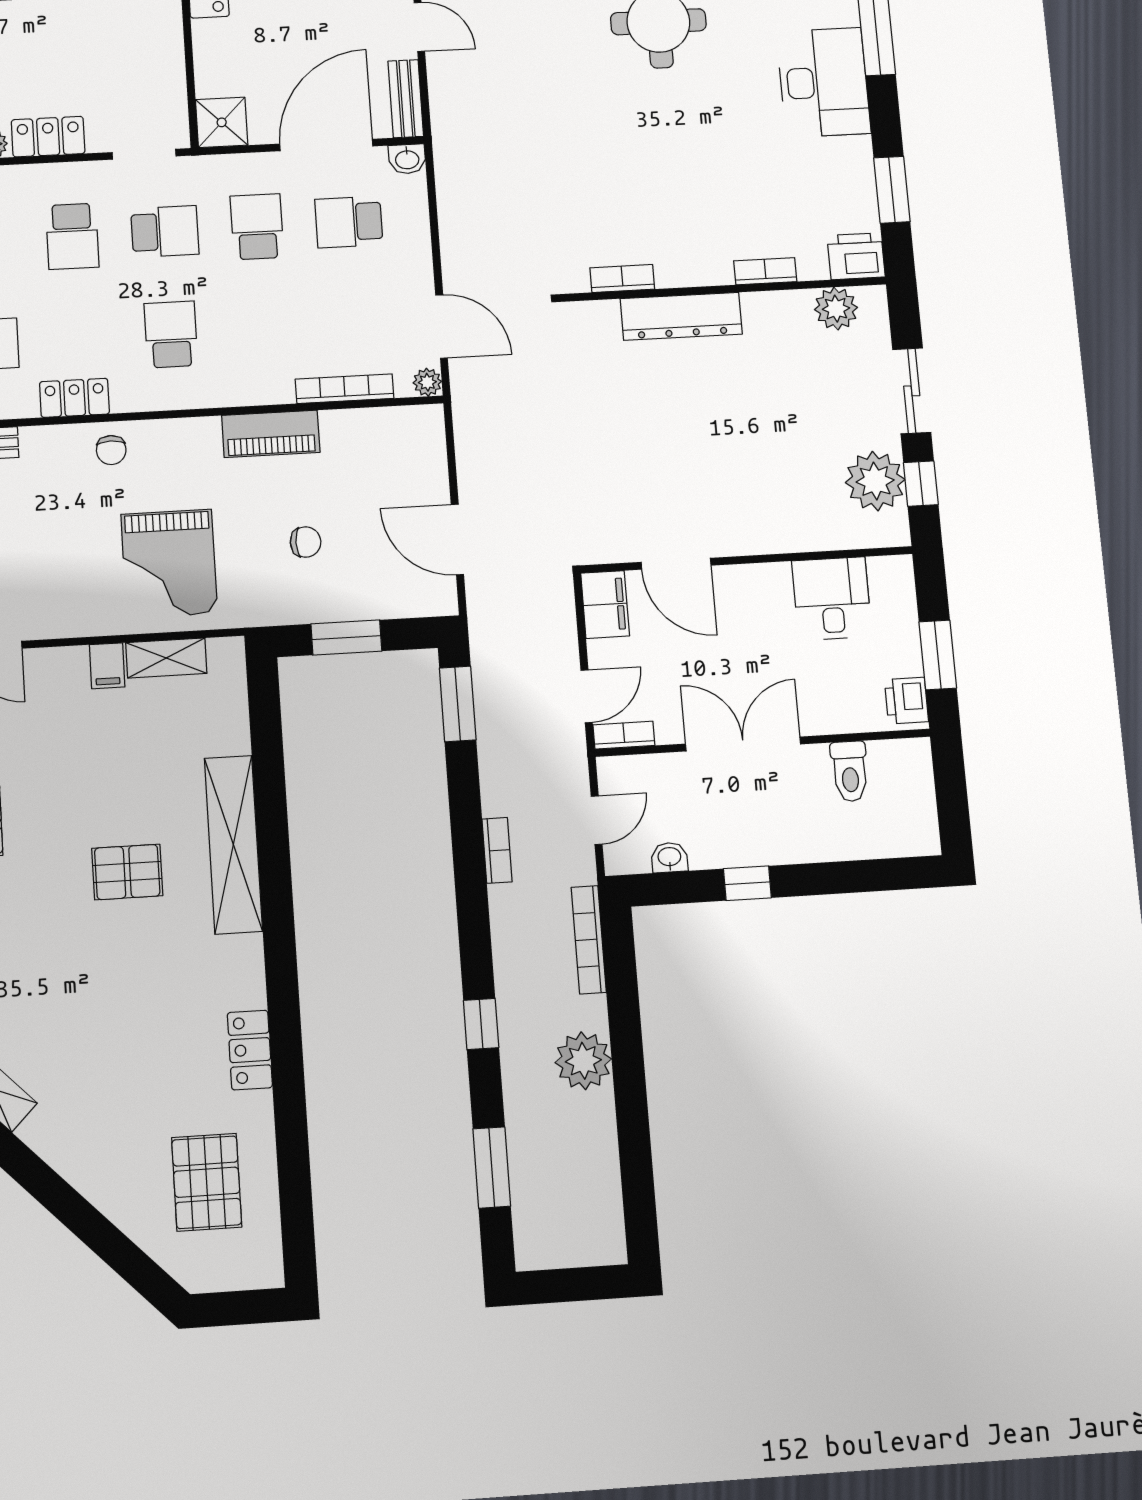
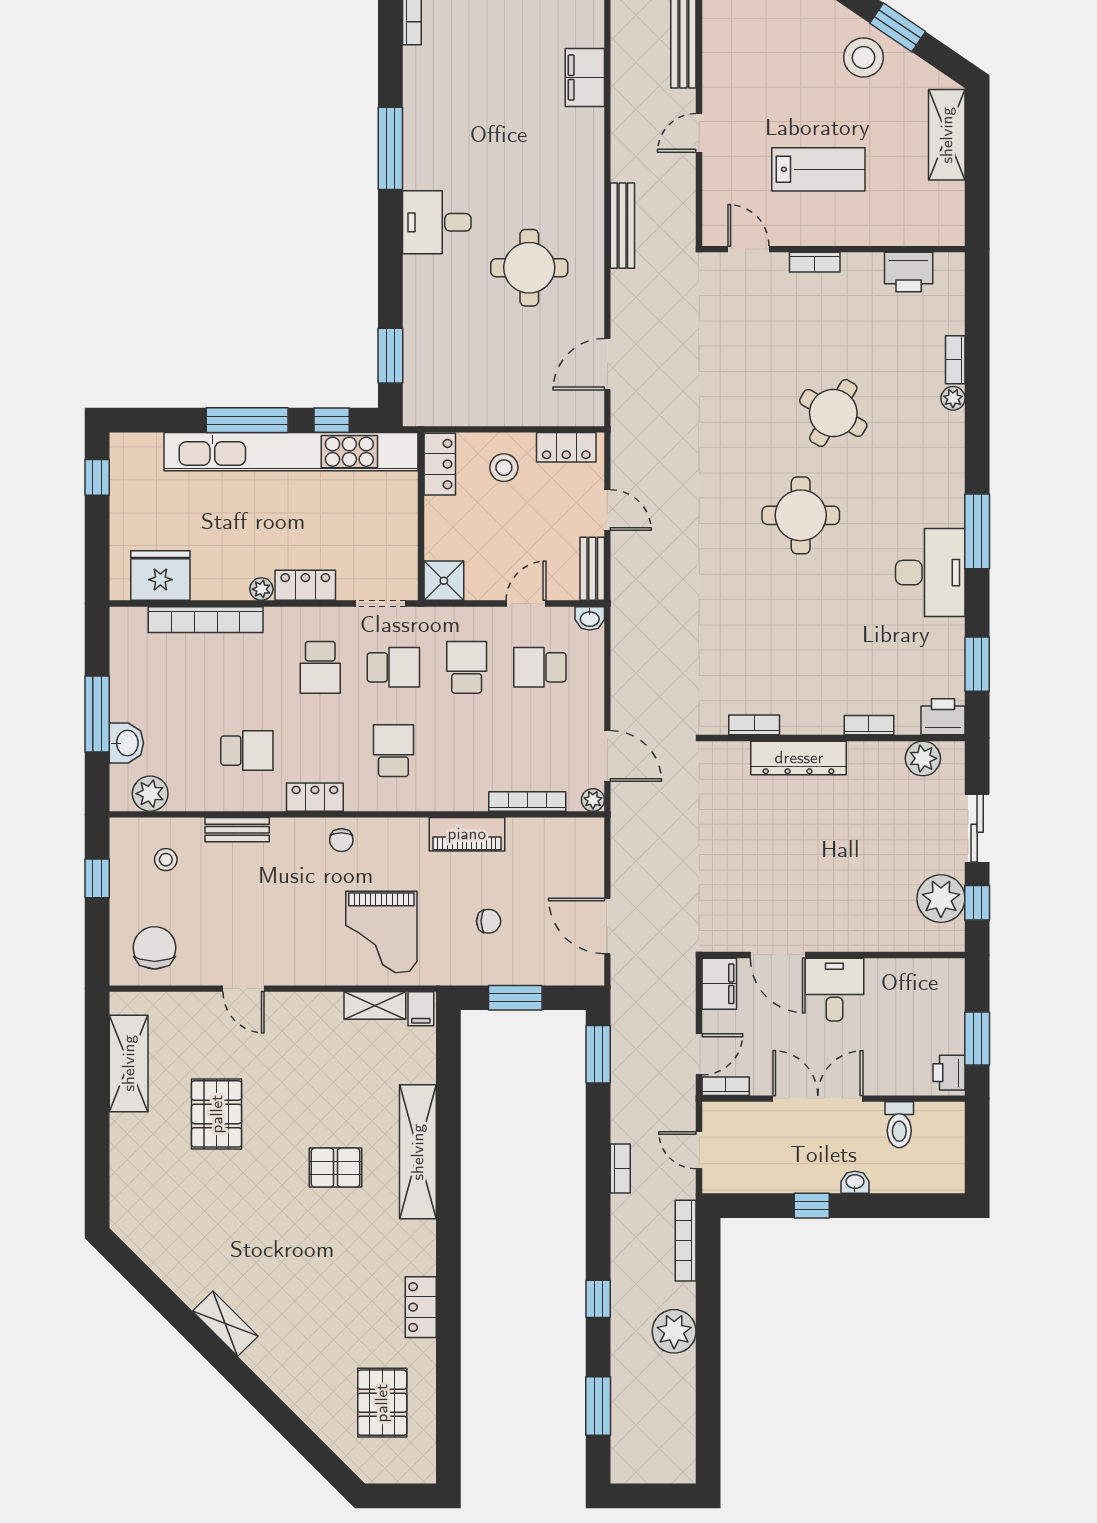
door: (326, 145) -> (526, 604), width x0.53
desk: (832, 599) -> (834, 990), moved
filing cabinet: (107, 666) -> (421, 1009), moved
door: (597, 820) -> (699, 1150), swing flipped
washbasin: (669, 857) -> (855, 1182), moved

